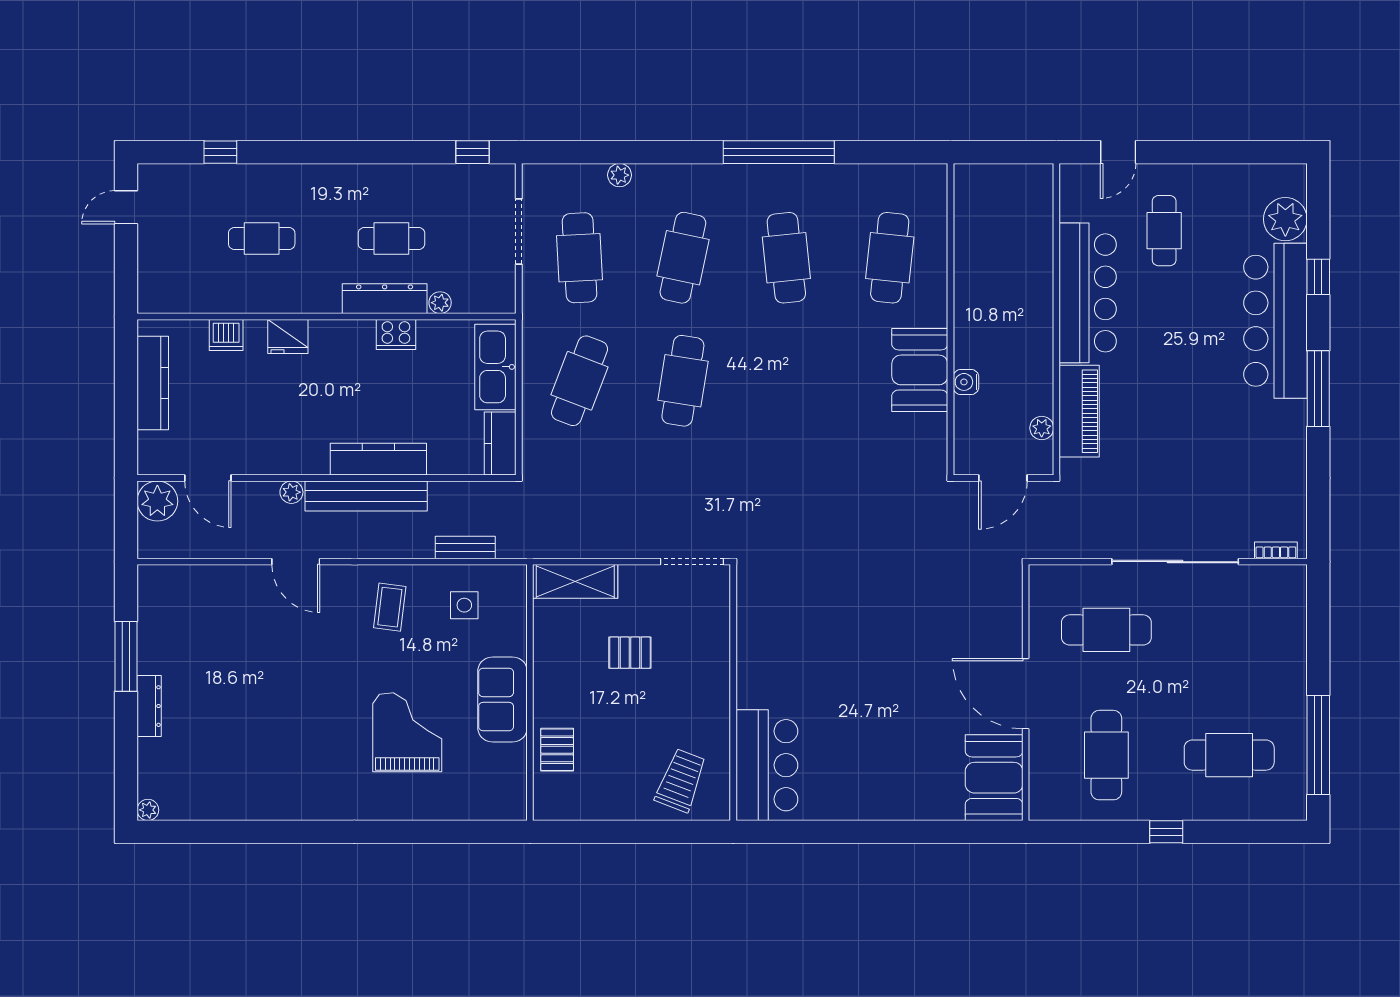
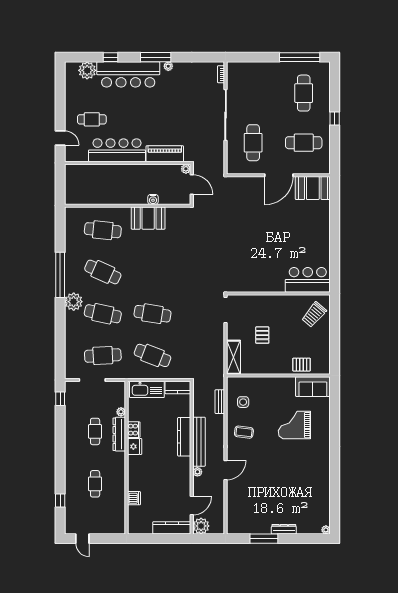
plant: (620, 175) -> (74, 302), moved, width x1.88, depth x1.88
cafe table: (786, 258) -> (103, 272), turned 30
fridge: (288, 336) -> (135, 446), moved
kitchen counter: (153, 383) -> (172, 528), moved
plant: (1296, 420) -> (168, 66), added
plant: (1042, 428) -> (186, 169), moved
sofa: (502, 699) -> (313, 387), moved
trolley: (681, 780) -> (314, 315), turned -71

